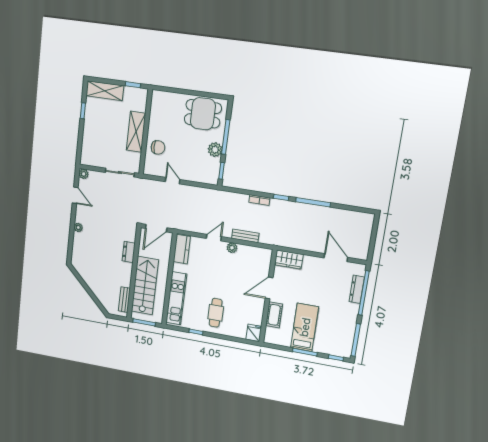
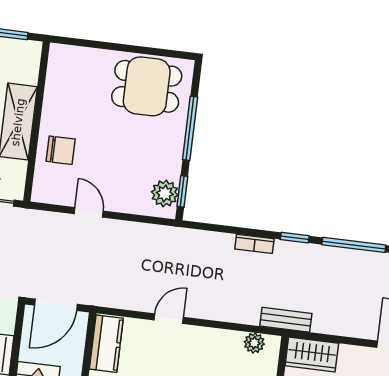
plant: (215, 150) -> (165, 193), moved
bench: (245, 236) -> (286, 320), moved
plant: (232, 248) -> (254, 343), moved

